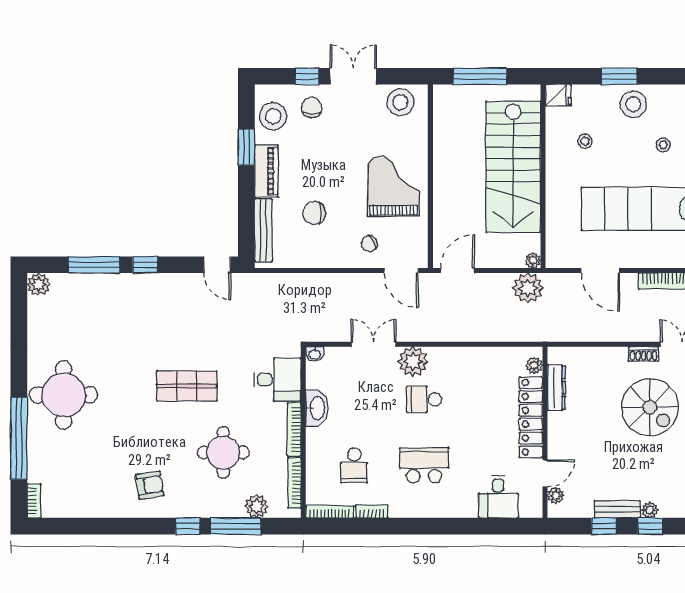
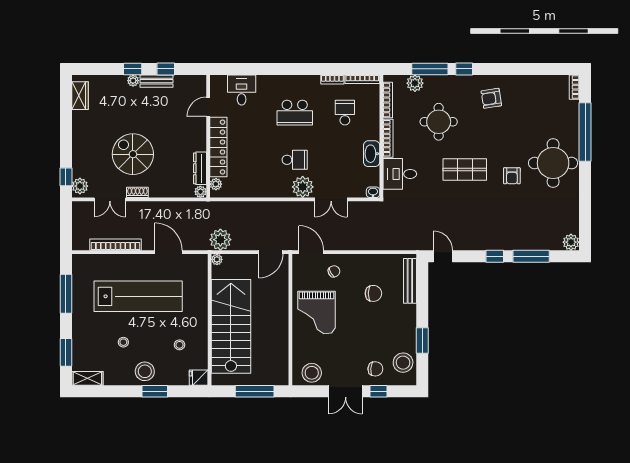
chair: (312, 108) -> (375, 369), turned -86
piano: (266, 171) -> (408, 323), removed
armchair: (121, 377) -> (512, 176), added
plant: (556, 496) -> (200, 192), moved

